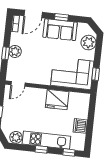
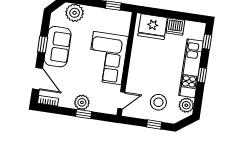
corner sofa: (72, 73) -> (107, 58), moved
door: (18, 84) -> (121, 100), hinge flipped
fridge: (57, 100) -> (153, 27), moved, turned 90
stool: (18, 114) -> (158, 102), added

